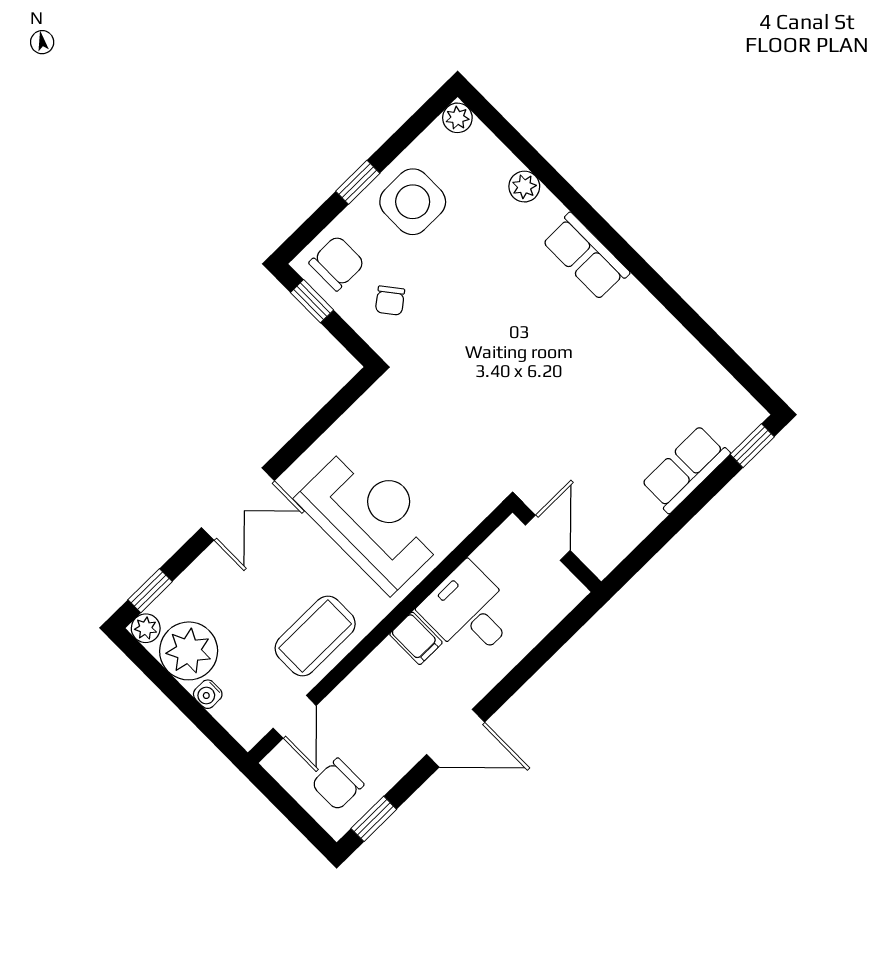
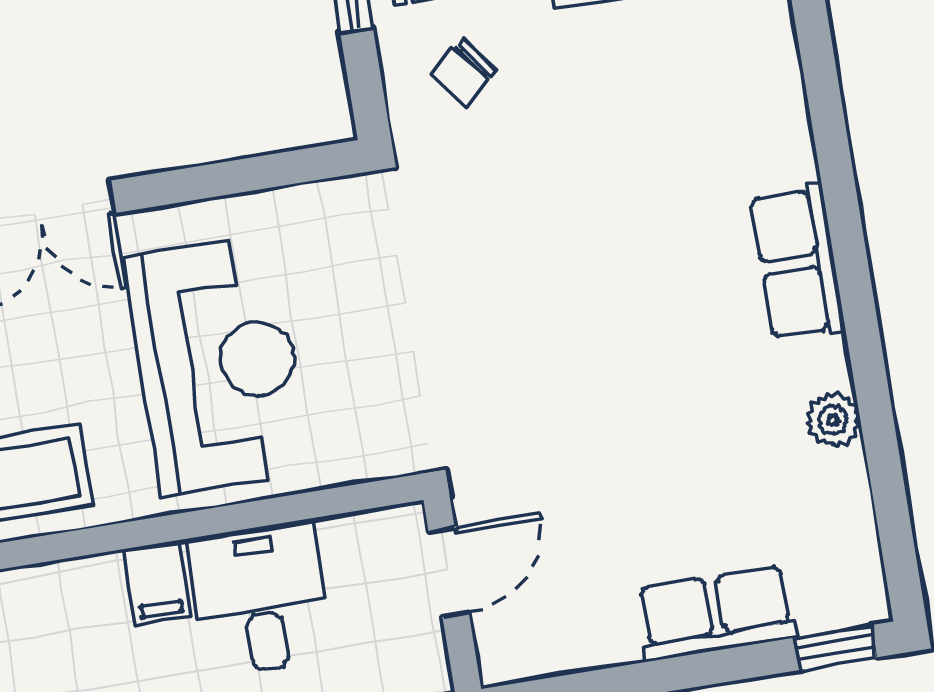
plant: (524, 187) -> (833, 420), moved
row of seats: (586, 256) -> (798, 262), moved

